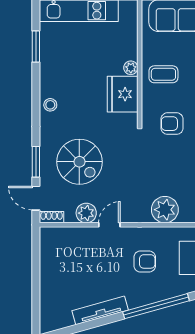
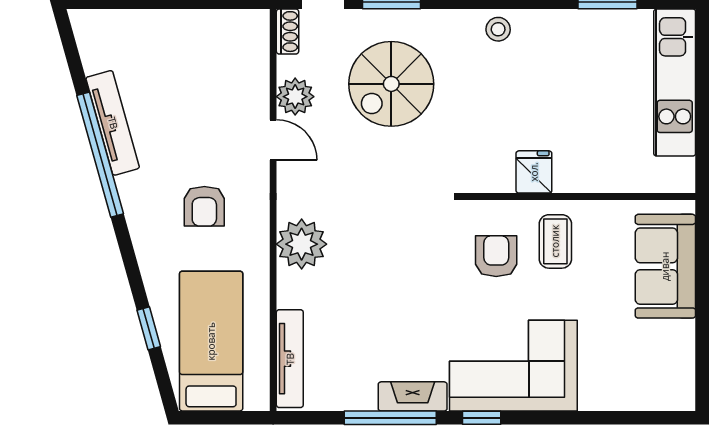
plant: (131, 68) -> (567, 180), removed
fridge: (123, 94) -> (534, 172), width x0.53, depth x0.75
armchair: (172, 124) -> (496, 256), moved
window: (156, 306) -> (100, 155), moved

